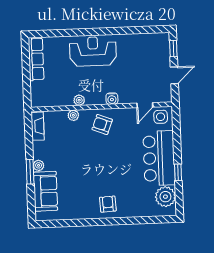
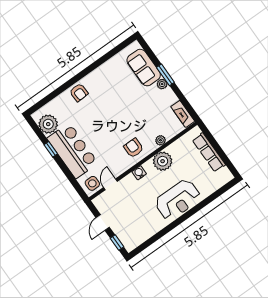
row of seats: (36, 59) -> (209, 152), moved
plant: (79, 100) -> (163, 161), width x1.87, depth x1.87
armchair: (102, 124) -> (134, 148), turned -111
armchair: (108, 204) -> (79, 93), moved

